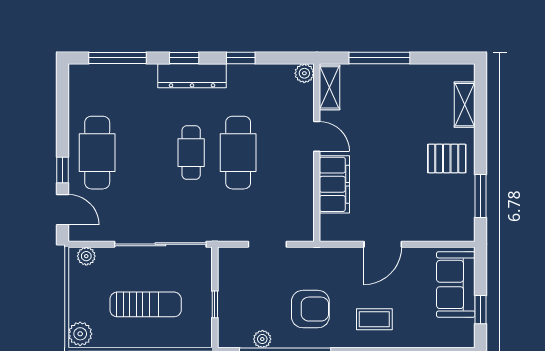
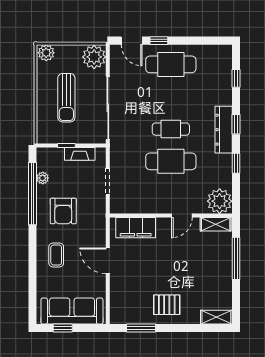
window: (117, 58) -> (236, 78), width x0.46
plant: (304, 73) -> (220, 201), width x1.88, depth x1.88
shelving: (465, 105) -> (216, 317), moved
pallet: (447, 158) -> (167, 305), turned 90
filing cabinet: (334, 184) -> (136, 228), moved
door: (63, 210) -> (132, 41), hinge flipped
plant: (86, 256) -> (94, 57), width x1.87, depth x1.87
sofa: (456, 284) -> (72, 311), width x1.36
fireplace: (227, 285) -> (80, 154), added

